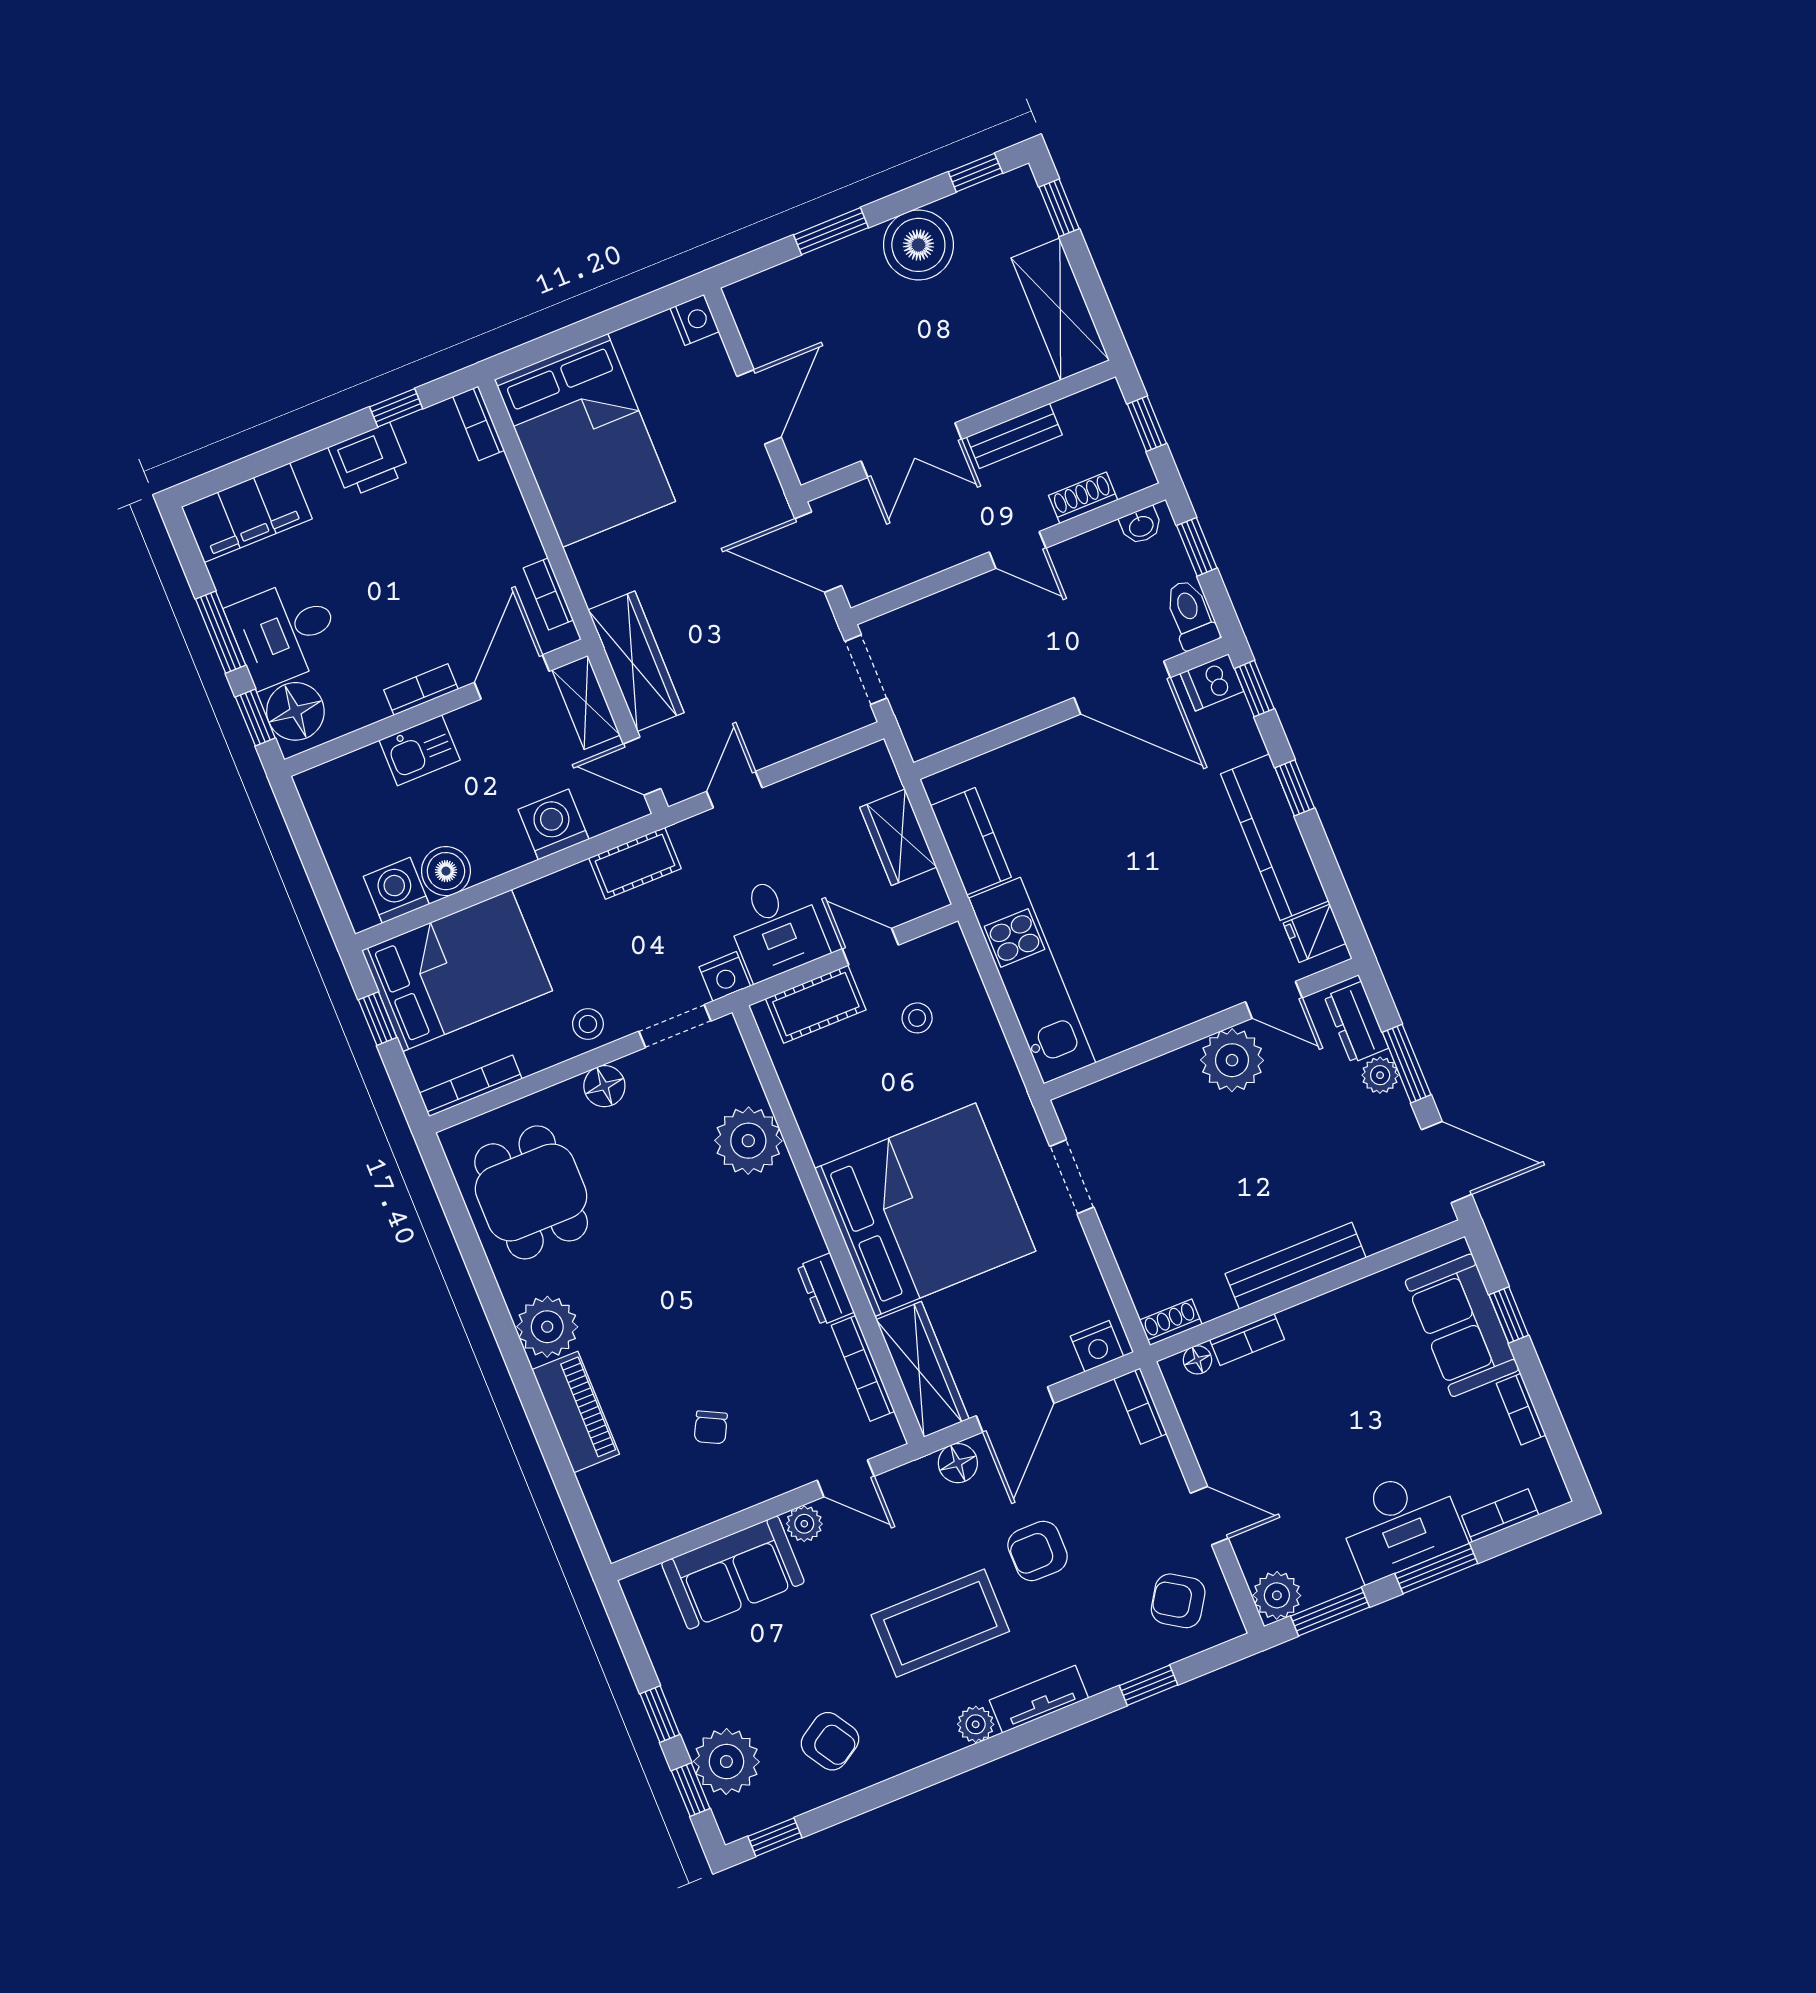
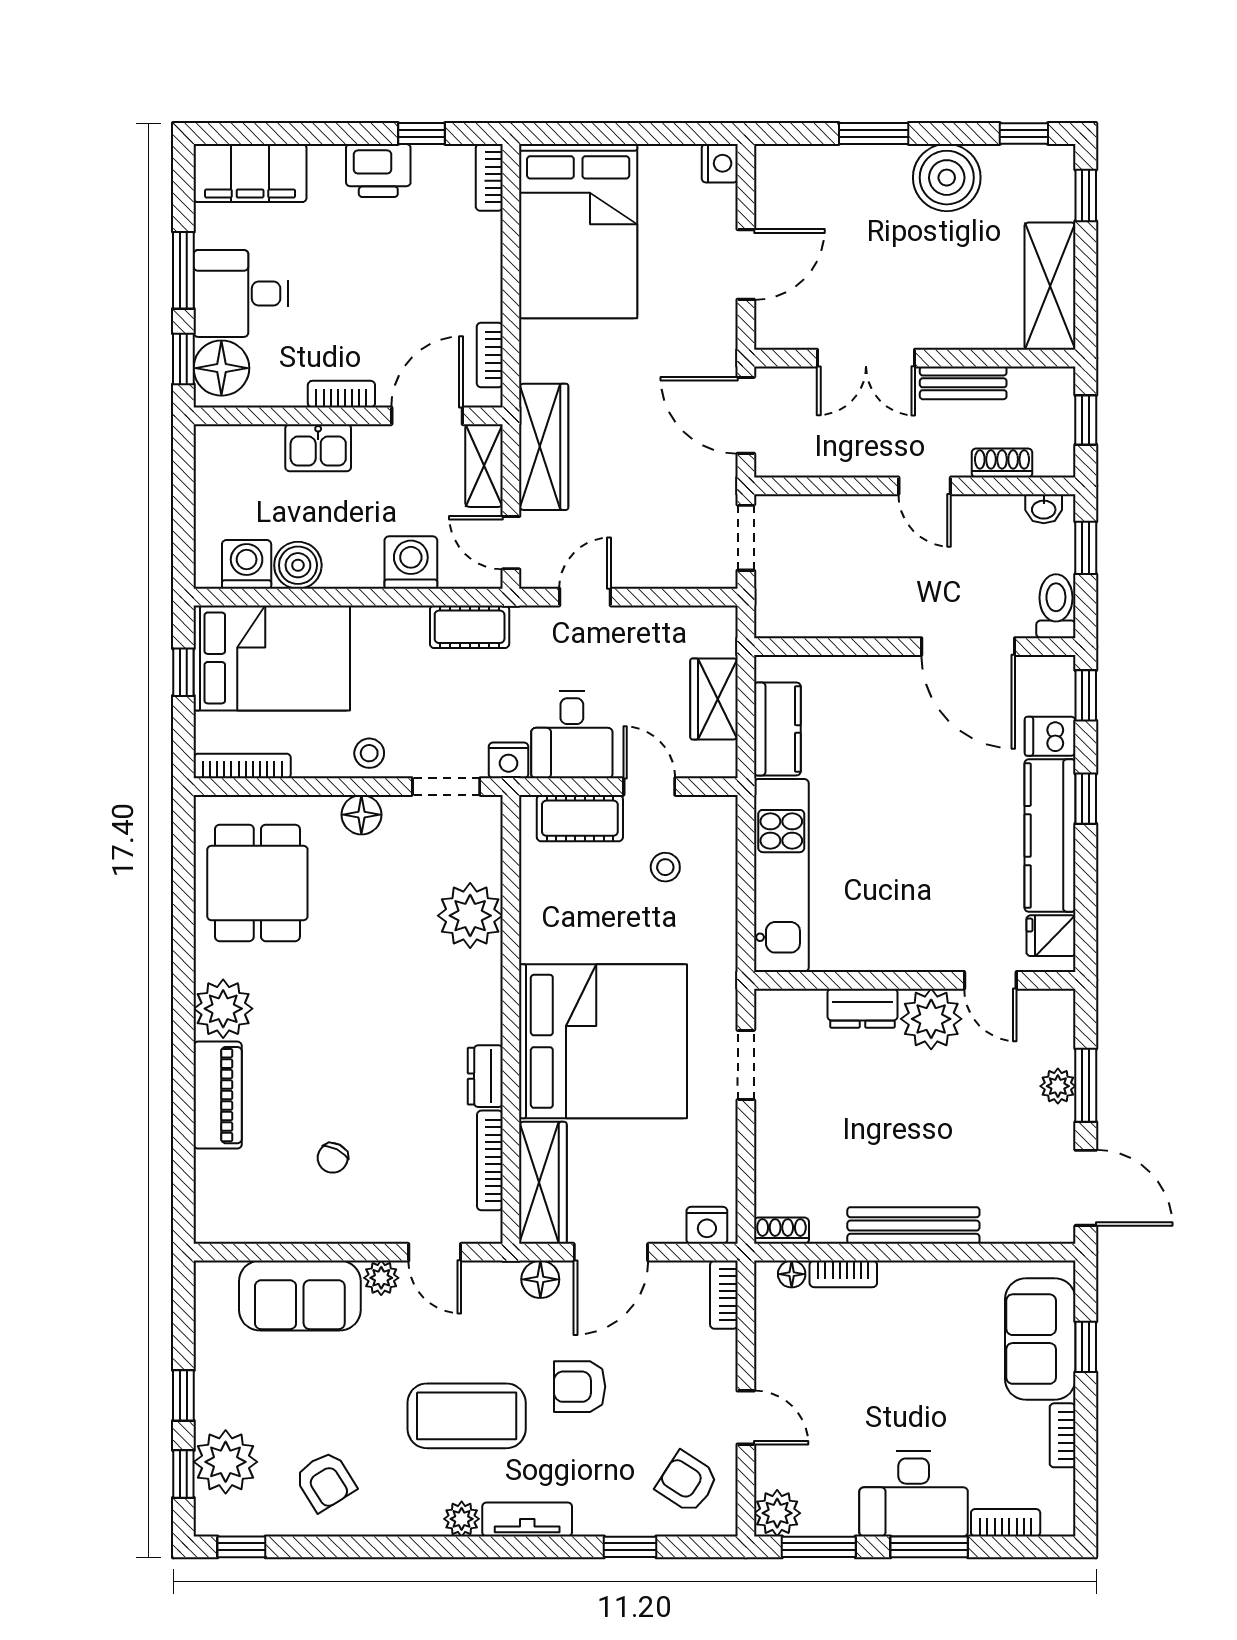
dishwasher: (1212, 682) -> (1050, 736), moved
dresser: (1356, 1022) -> (862, 1008), moved, turned -90

